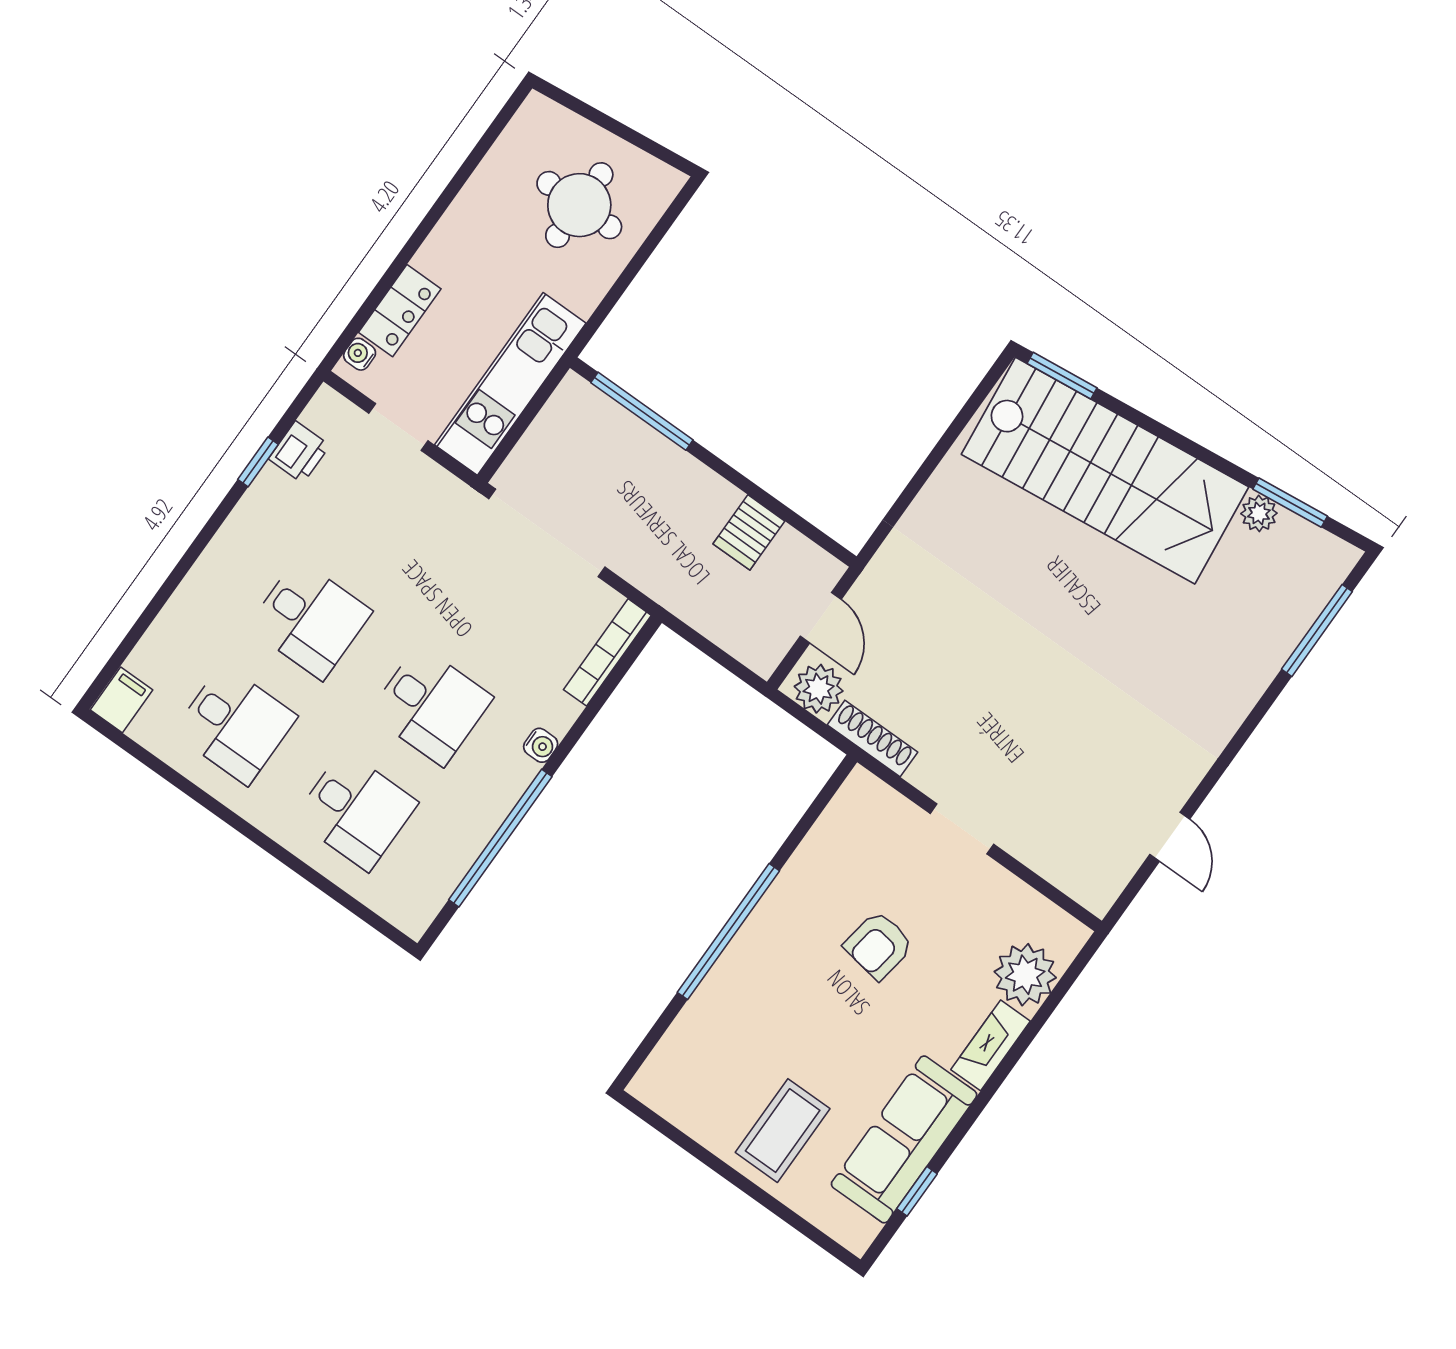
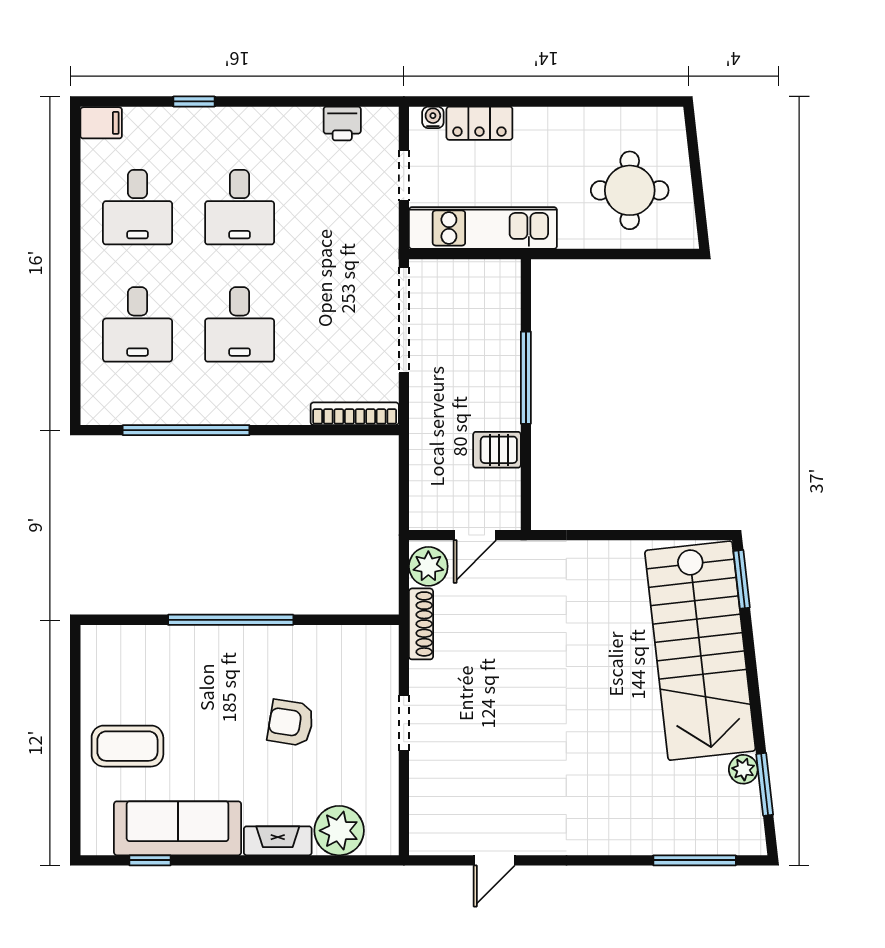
window: (642, 411) -> (526, 378), moved
window: (258, 462) -> (194, 101), moved
water cooler: (541, 745) -> (264, 413), removed

